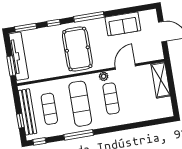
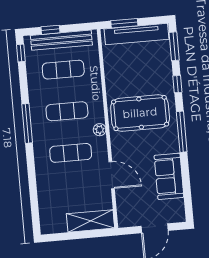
plant: (104, 76) -> (100, 130), moved
exercise mat: (80, 104) -> (67, 111), width x0.73, depth x0.69
window: (79, 135) -> (27, 123), moved

